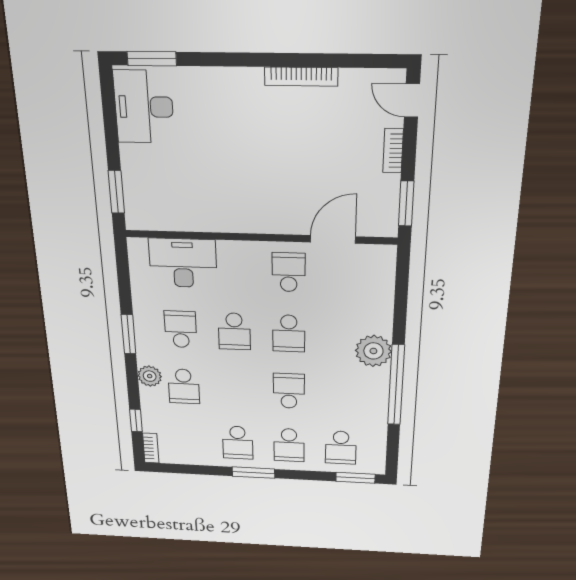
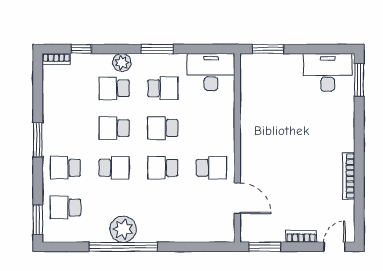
desk: (183, 263) -> (211, 72), moved, turned -90
plant: (373, 351) -> (123, 229), moved
school desk: (238, 443) -> (114, 128), moved

